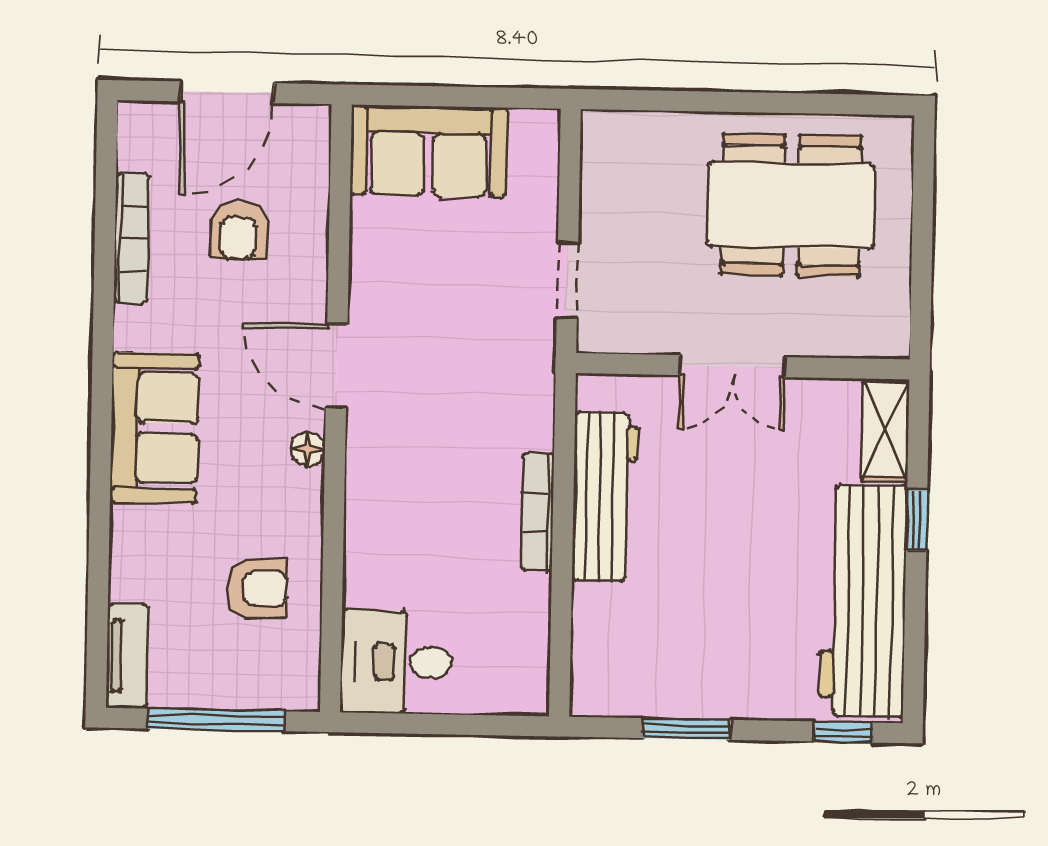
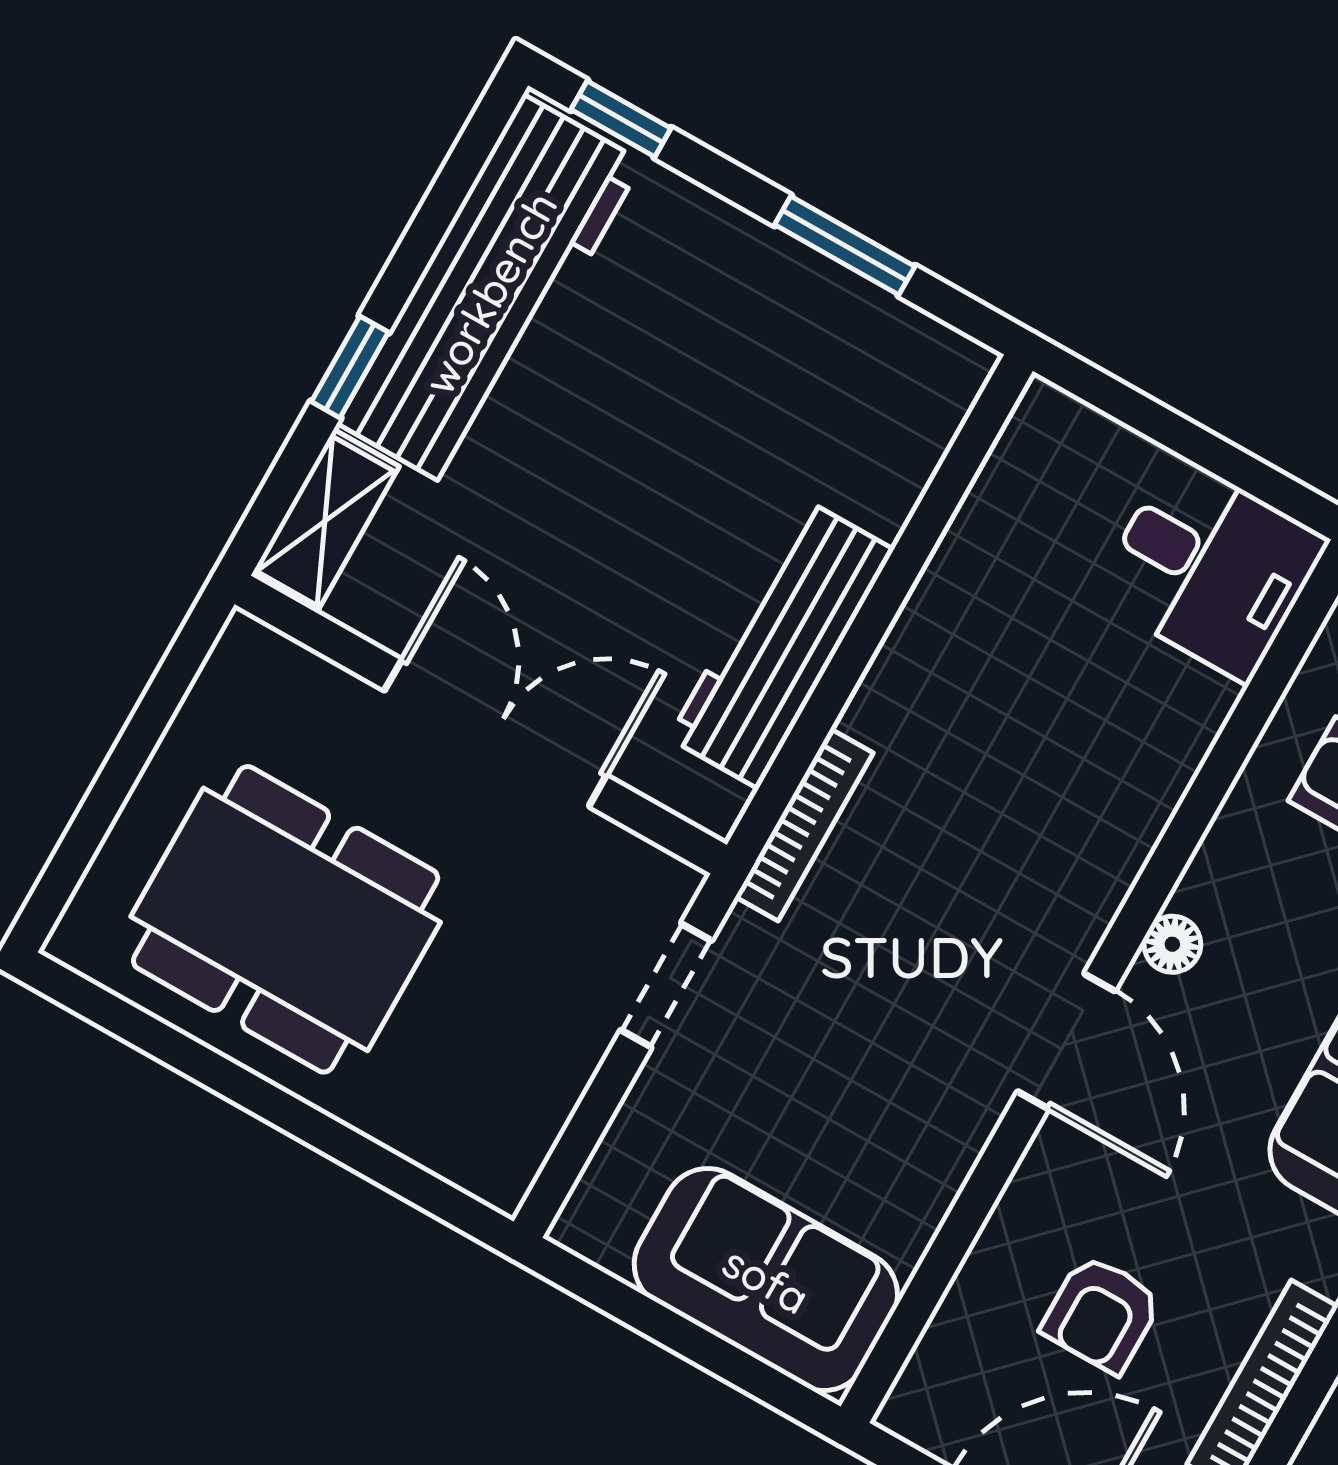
armchair: (239, 230) -> (1102, 1314), turned 180
double door: (732, 366) -> (495, 733), width x1.37
bookcase: (538, 512) -> (804, 825), moved

